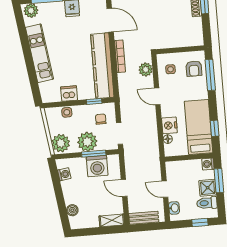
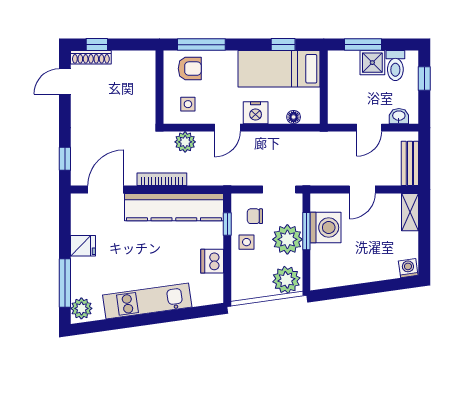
side table: (67, 112) -> (247, 242), moved
nightstand: (169, 125) -> (256, 113), moved
washing machine: (208, 164) -> (336, 59), removed
washing machine: (64, 174) -> (408, 268), moved
boiler: (72, 210) -> (390, 271), removed

